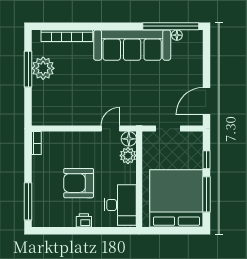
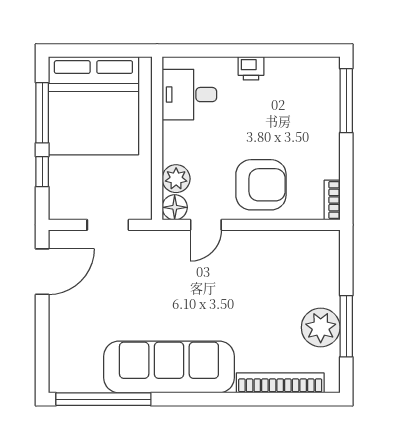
floor lamp: (177, 35) -> (93, 384), removed
armchair: (79, 183) -> (261, 185), moved
desk: (120, 205) -> (189, 95), width x0.73

